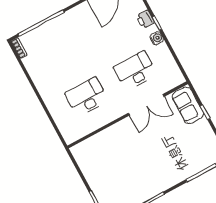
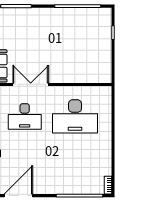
desk: (87, 97) -> (75, 116), width x1.36, depth x1.30

